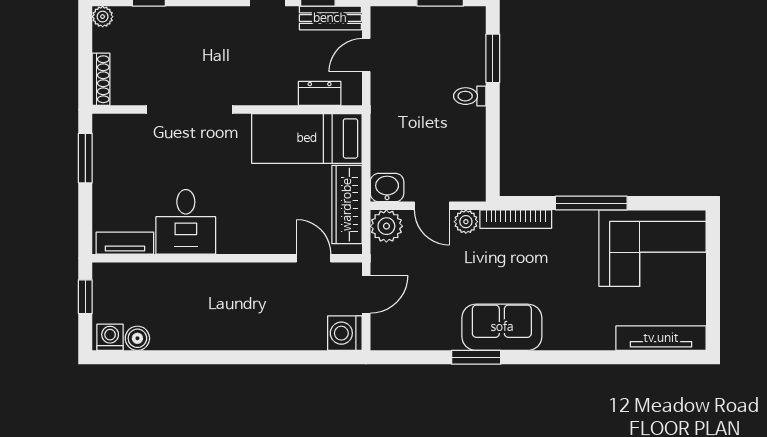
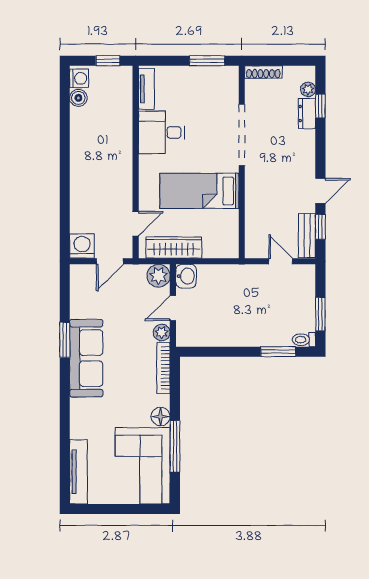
plant: (103, 17) -> (308, 89), moved
dresser: (320, 93) -> (307, 114), moved, turned 180
toilet: (470, 96) -> (304, 340), moved, turned -90
bed: (307, 138) -> (199, 191), moved, turned -90
window: (591, 203) -> (175, 446), moved
floor lamp: (584, 223) -> (161, 417), added
door: (366, 294) -> (110, 261), hinge flipped
sofa: (502, 327) -> (86, 358), width x1.36

